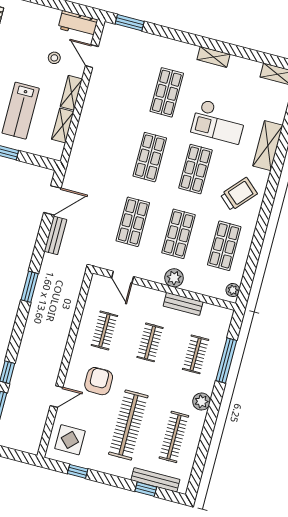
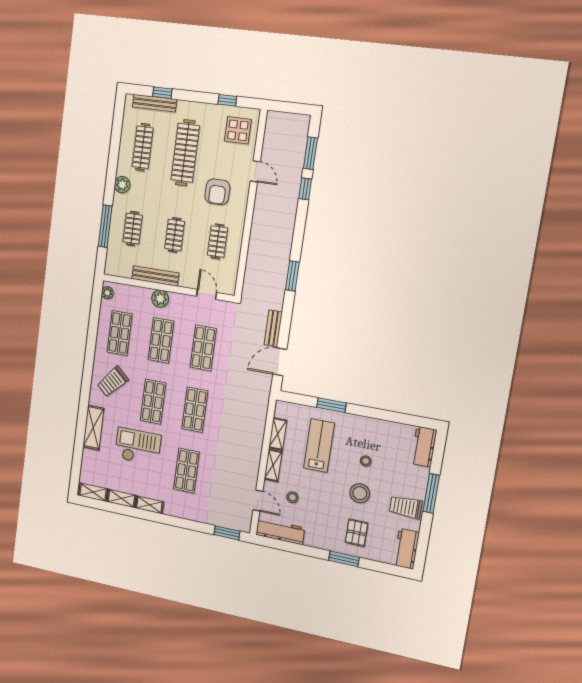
workbench: (78, 24) -> (280, 531), width x1.38
shelving: (245, 65) -> (121, 498), added
bench: (183, 304) -> (155, 276), width x1.36
door: (57, 396) -> (255, 171), swing flipped

